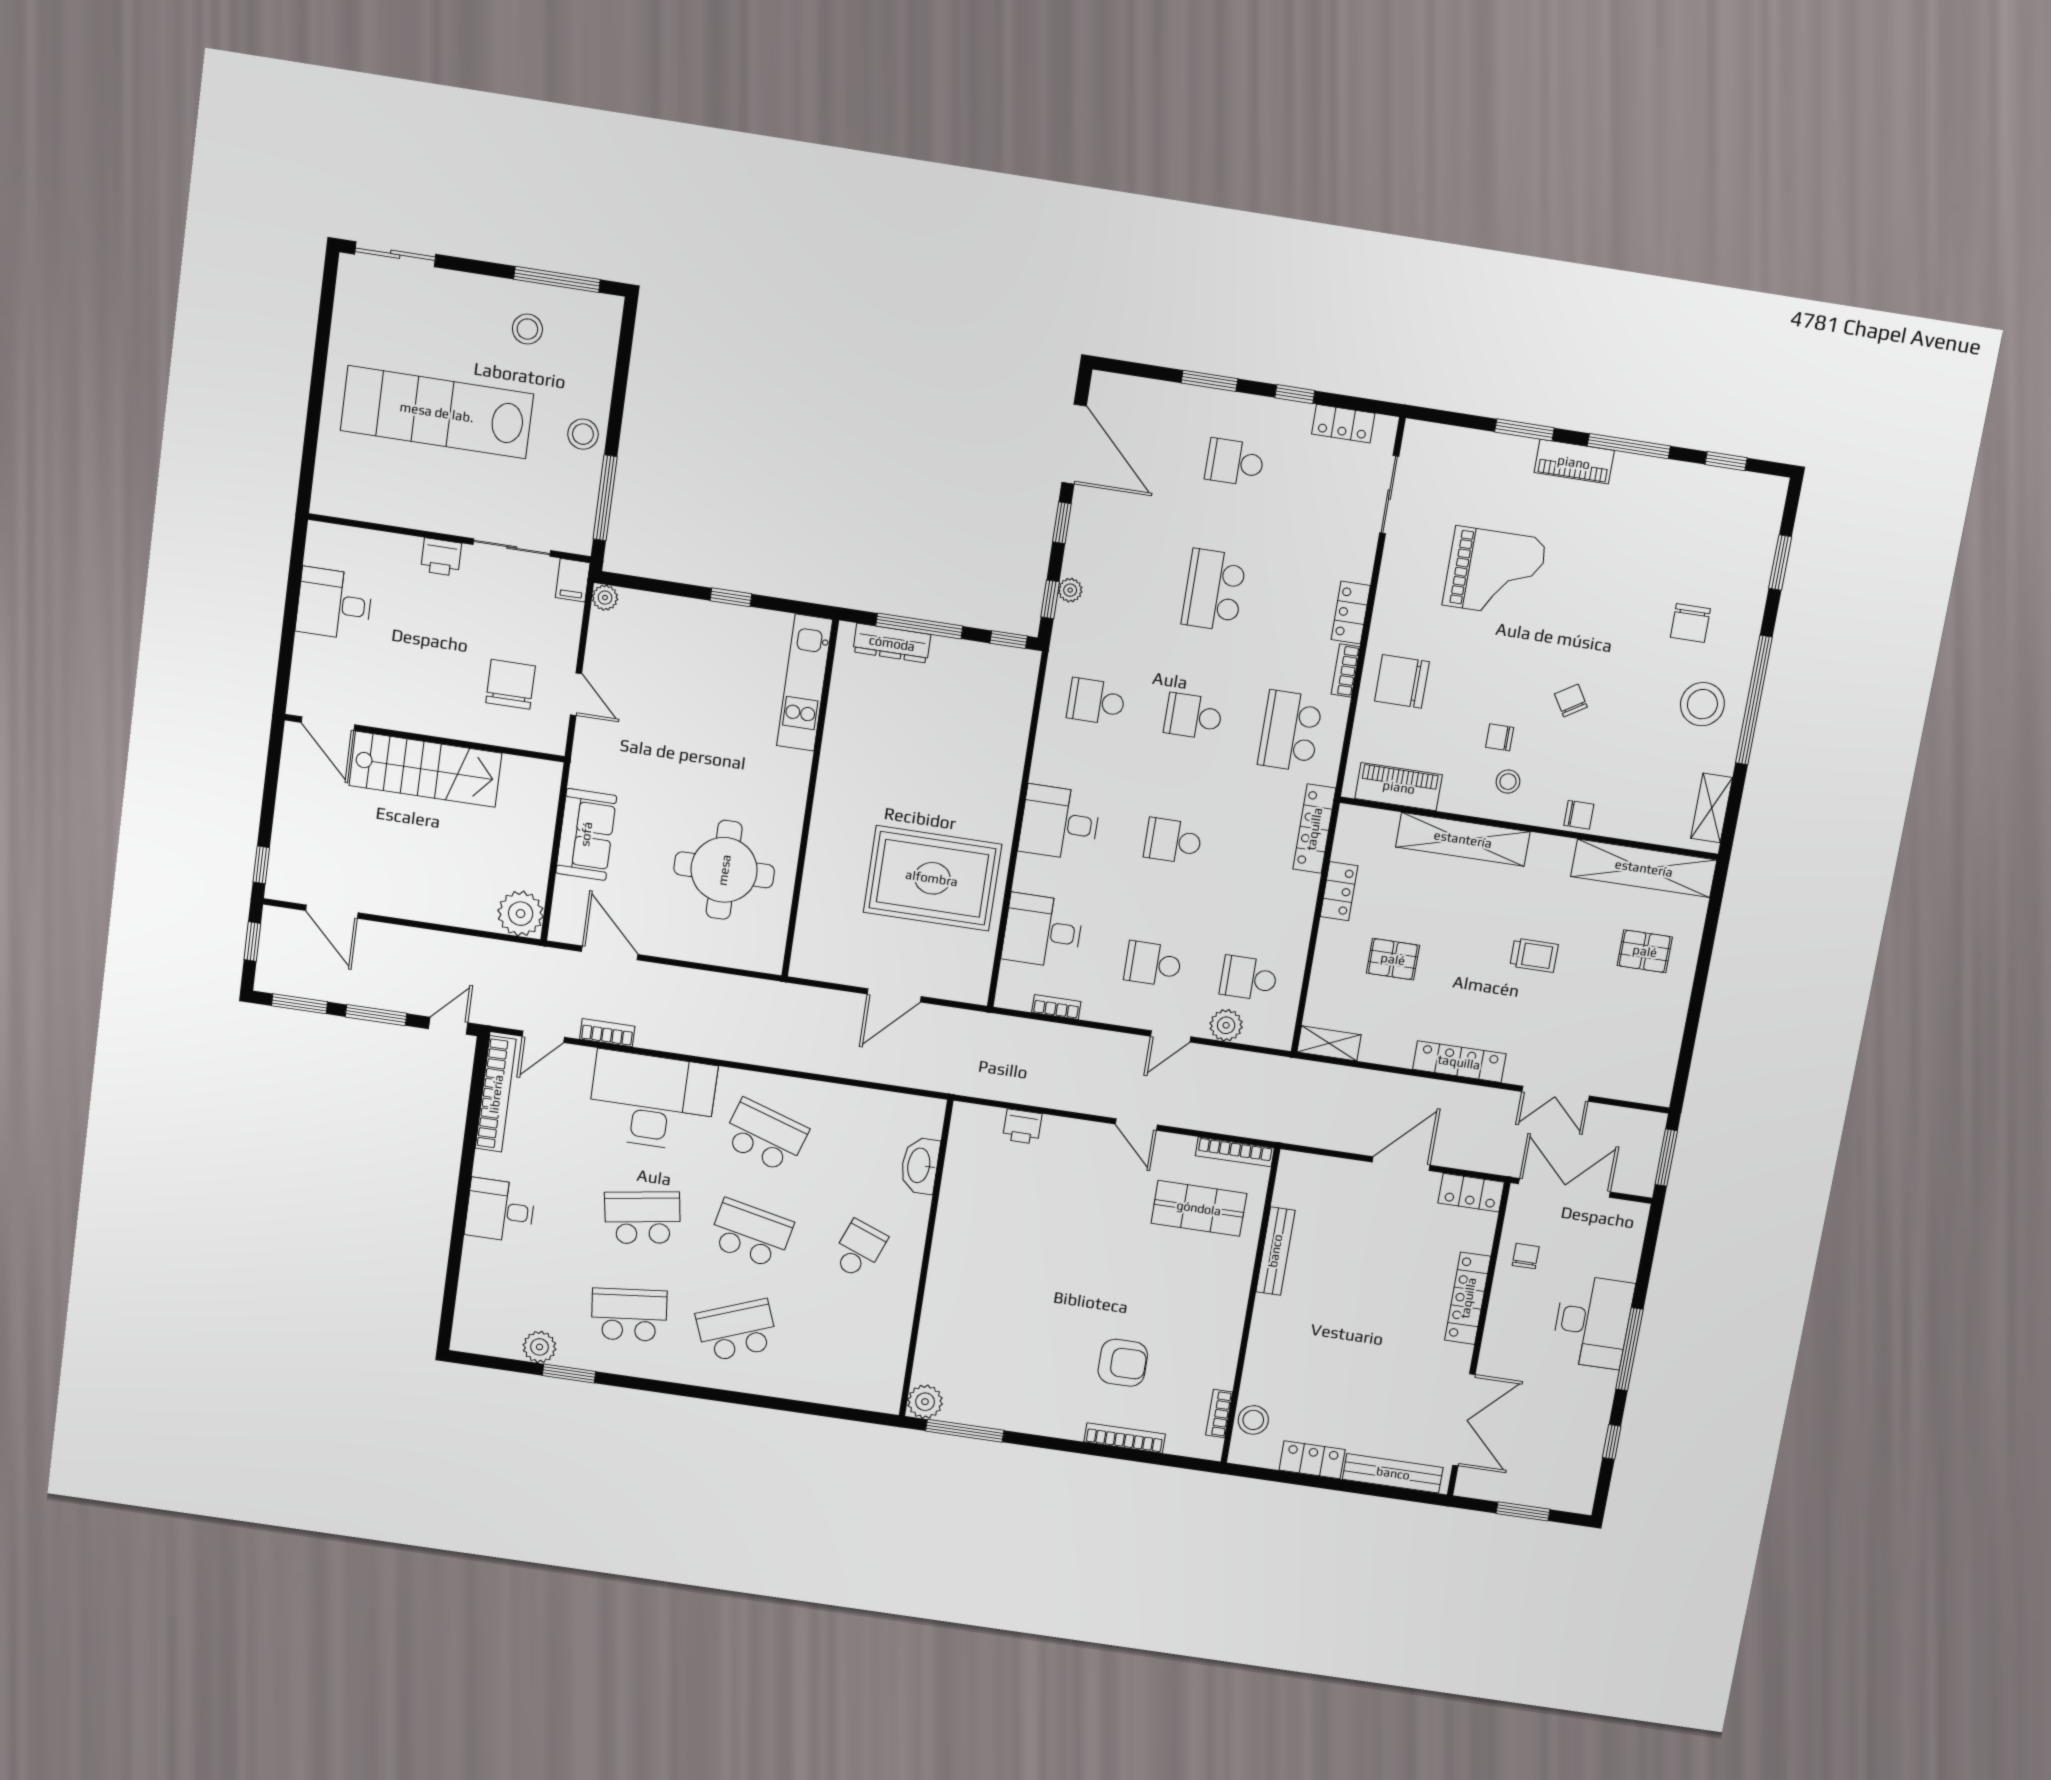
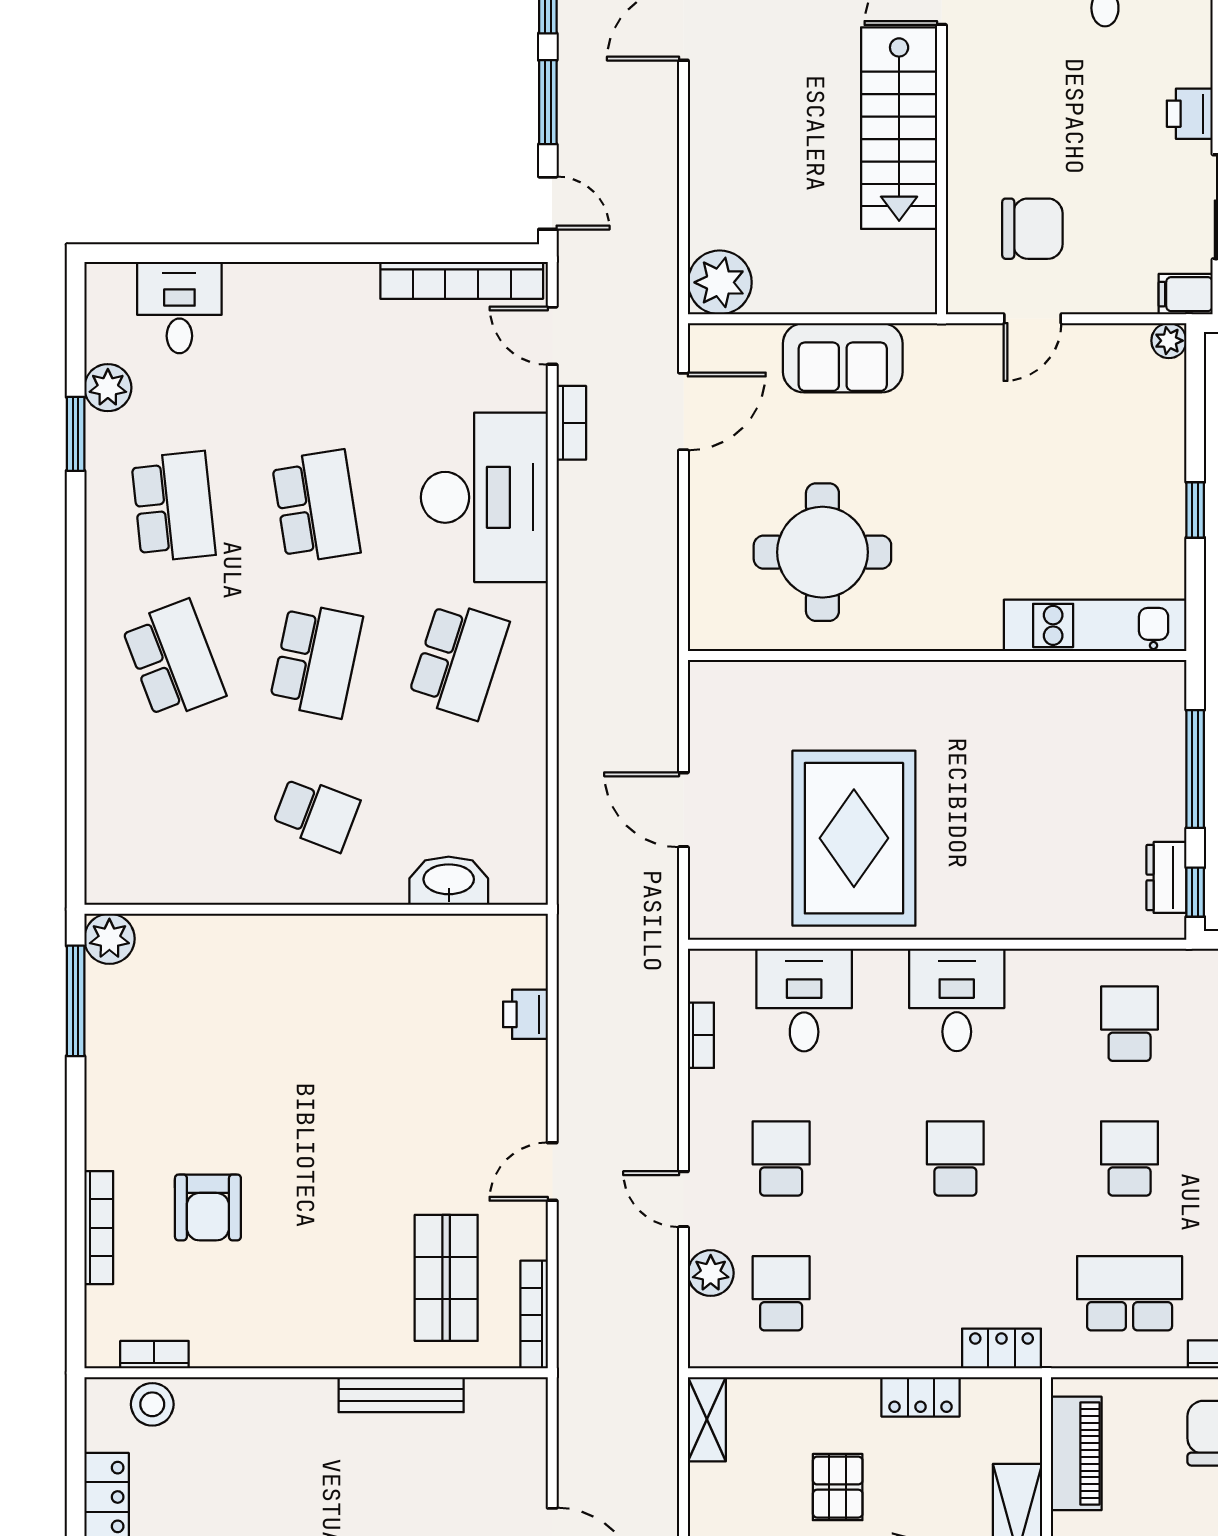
dresser: (892, 643) -> (1166, 877), moved, width x0.70
locker: (1314, 829) -> (1002, 1348), width x0.66
desk: (500, 1210) -> (179, 308), moved

